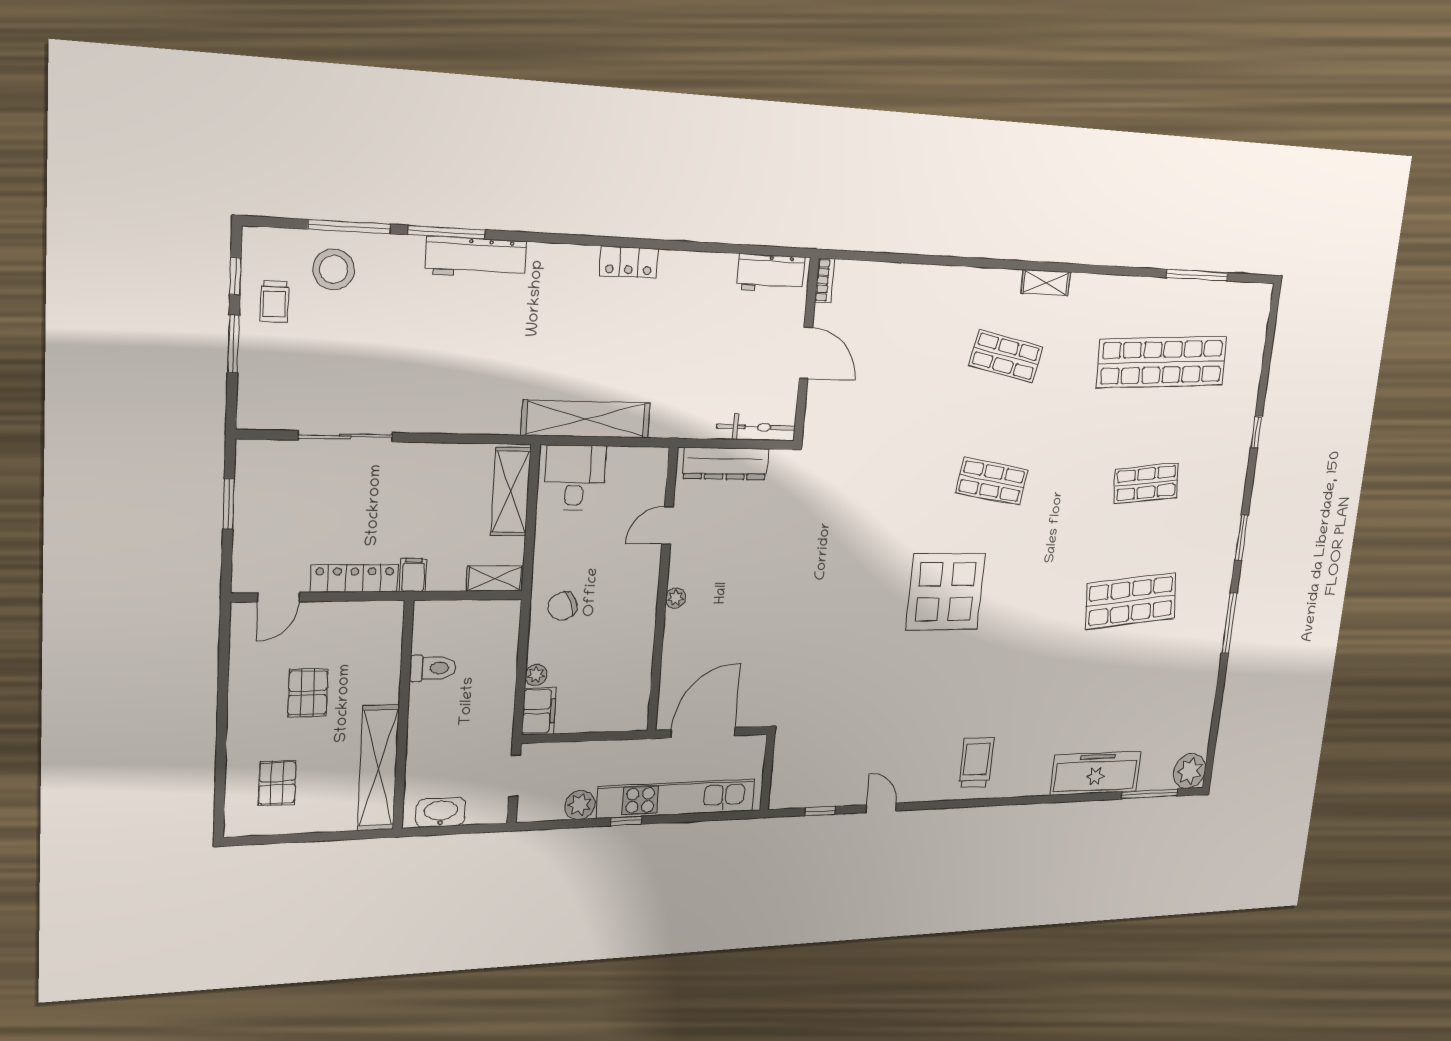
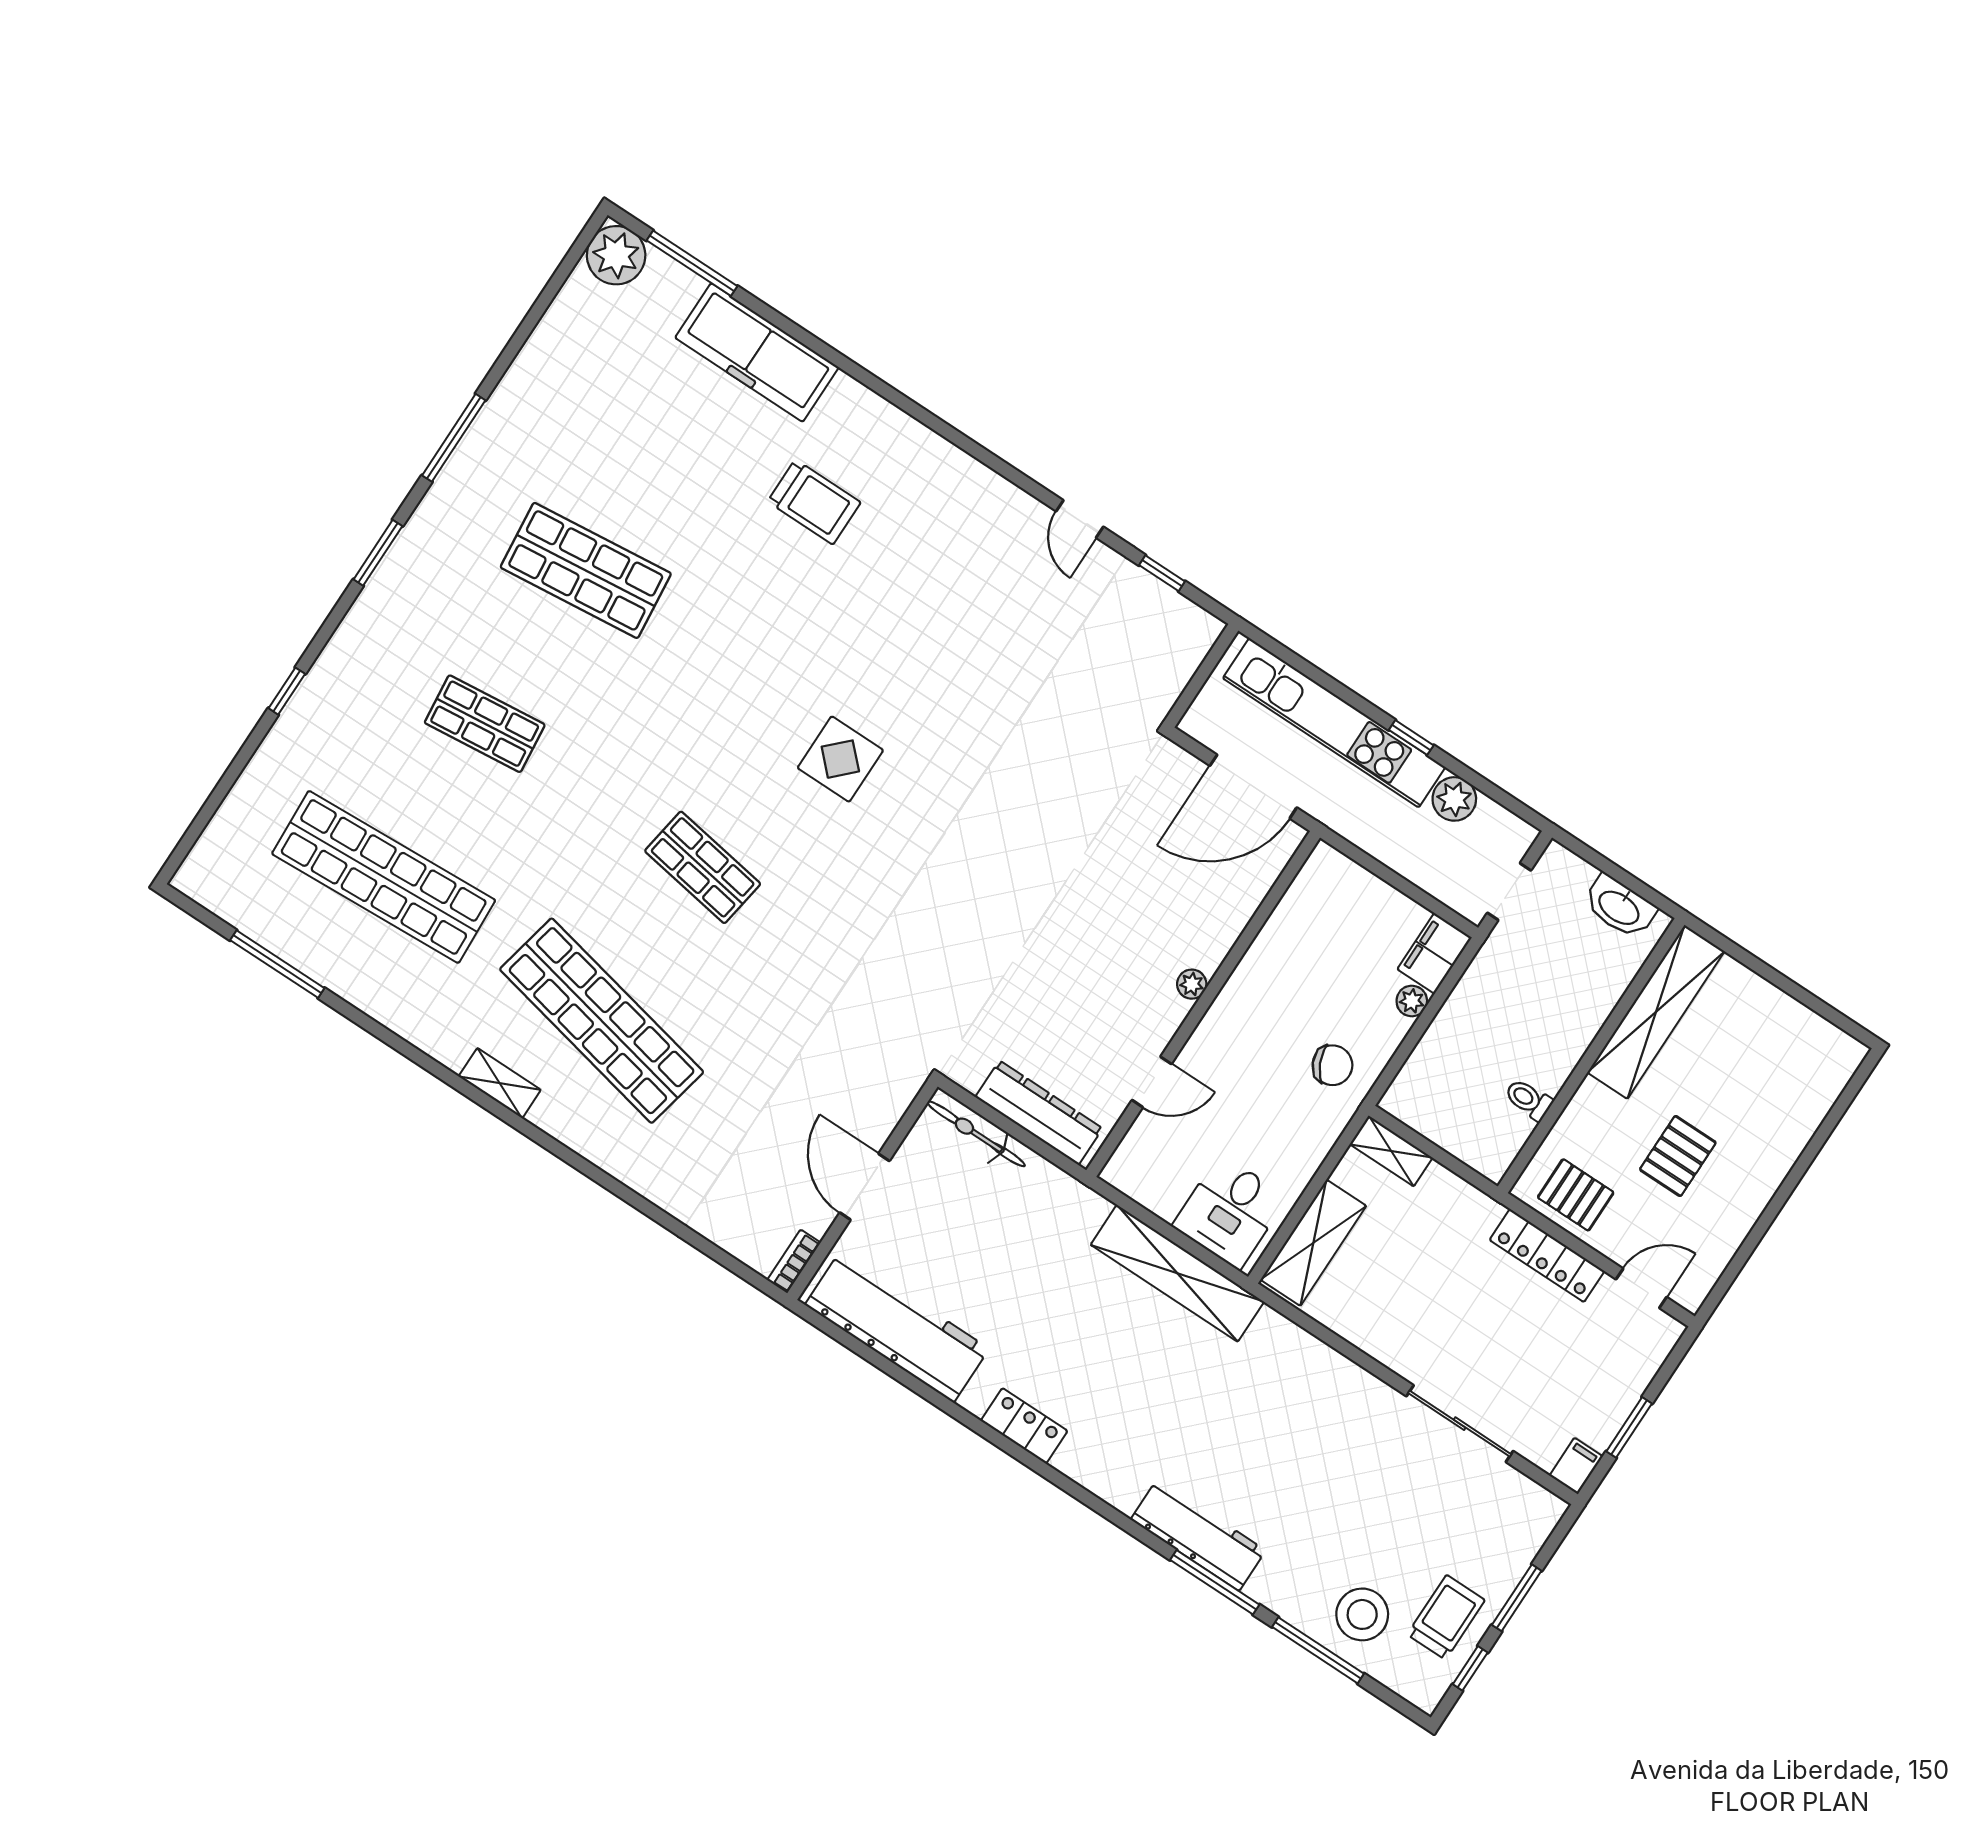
workbench: (771, 273) -> (897, 1327), width x1.88, depth x1.32
trolley: (274, 302) -> (1446, 1617), width x1.36, depth x1.39
shop shelf: (1006, 356) -> (602, 1021), width x2.00, depth x1.36
filing cabinet: (413, 575) -> (1576, 1466), moved, turned 180
display table: (946, 592) -> (840, 759), width x0.54, depth x0.54
toilet: (433, 668) -> (1529, 1100), width x0.73, depth x0.72
trolley: (976, 763) -> (814, 502), moved, turned -90
pallet: (277, 783) -> (1576, 1195), moved, turned 90

